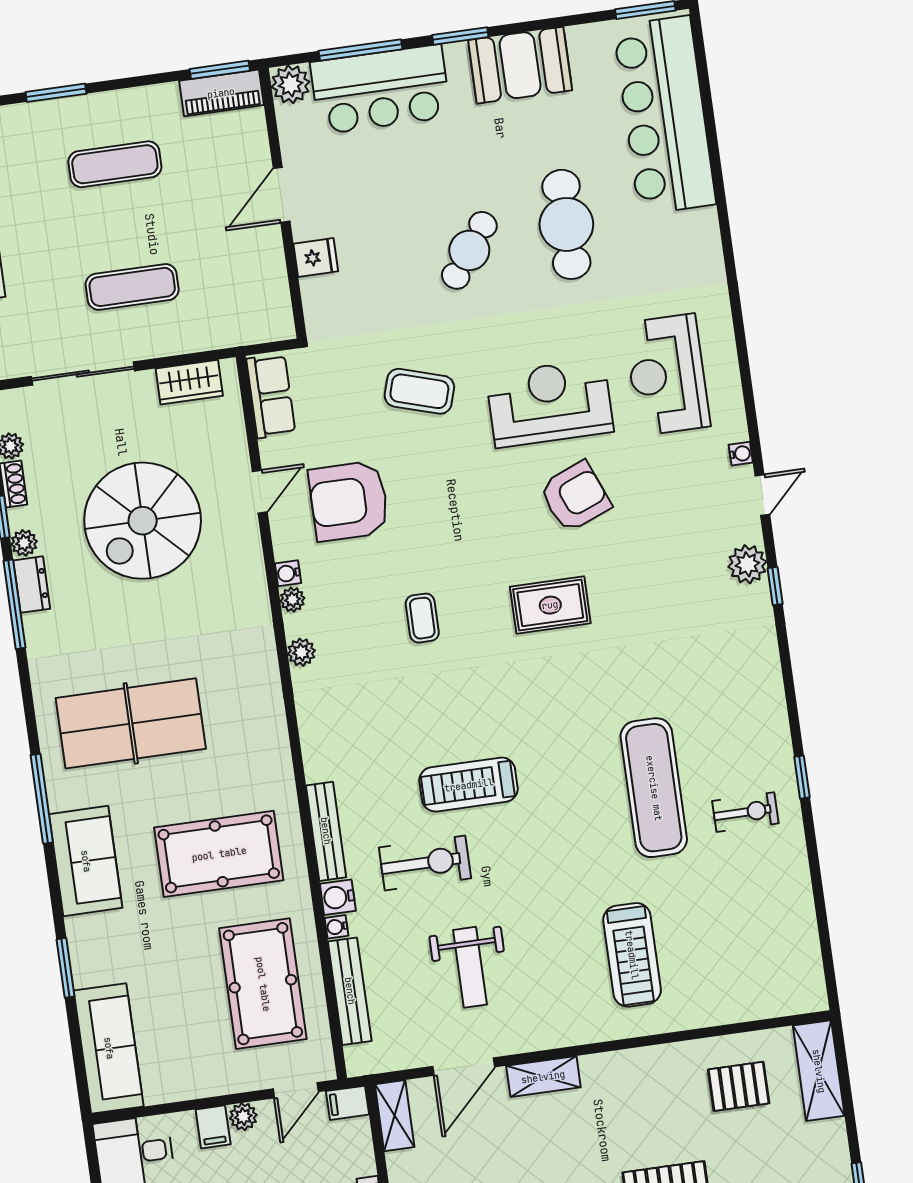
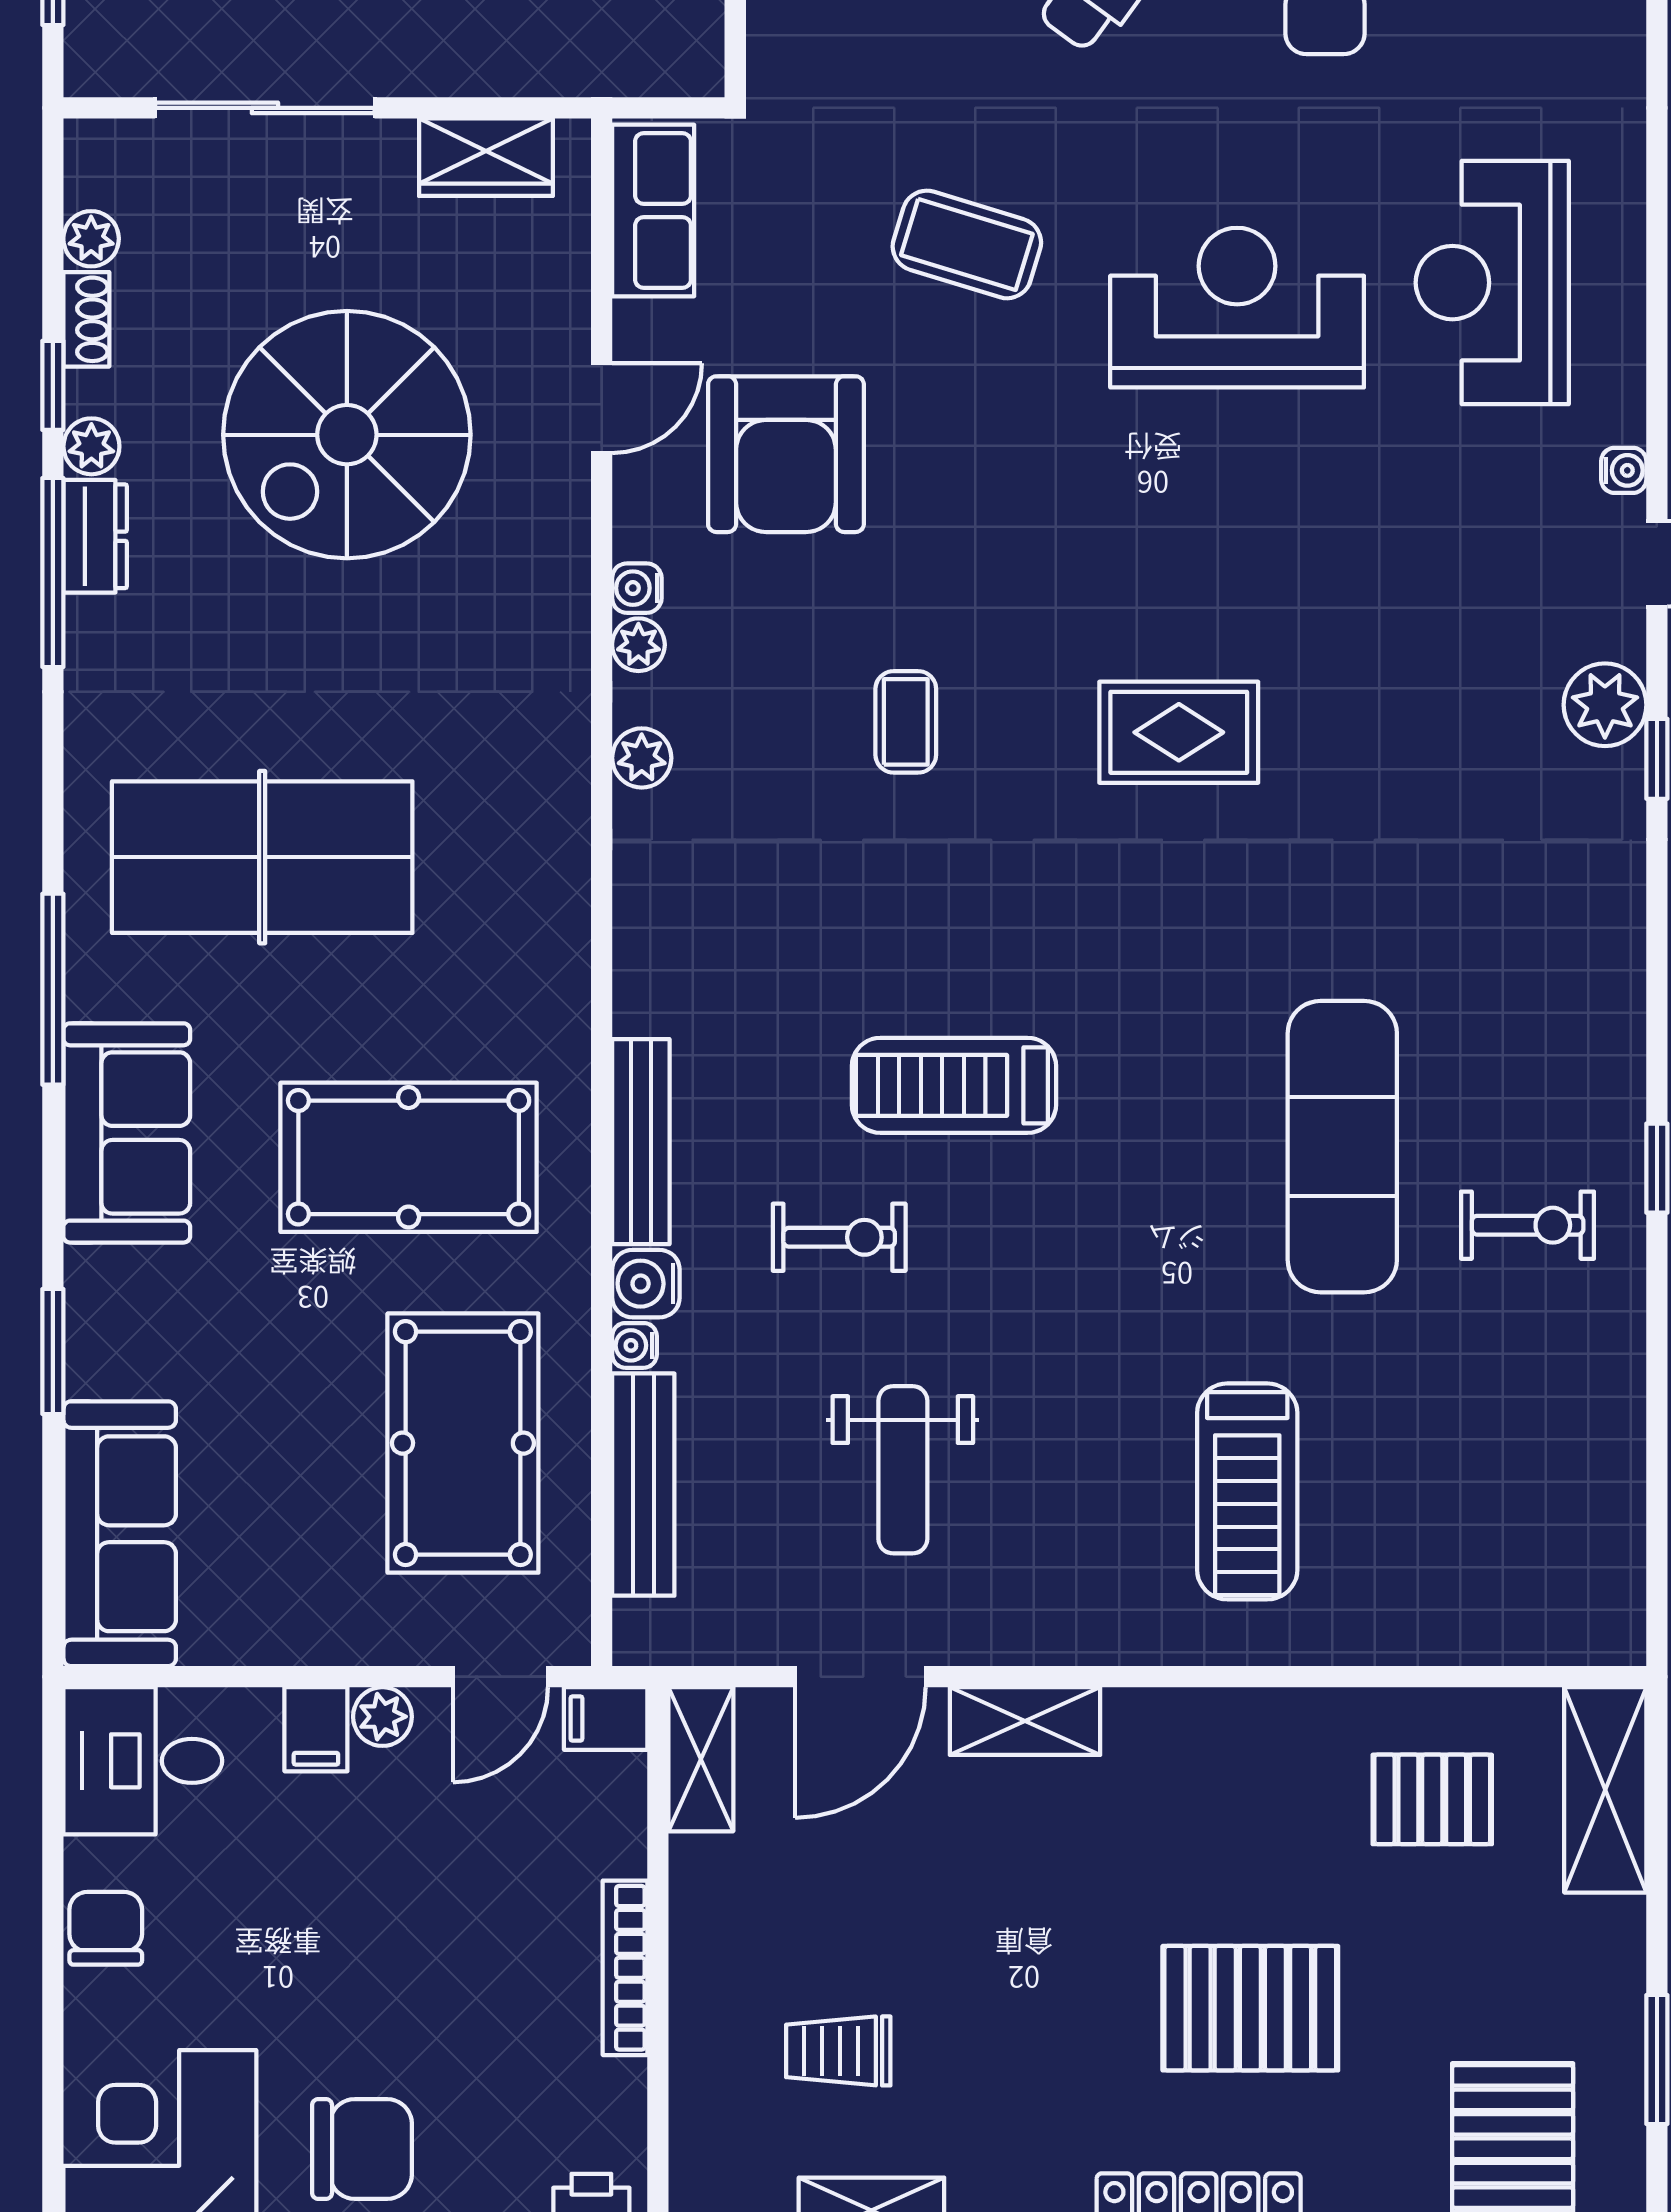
armchair: (575, 497) -> (1263, 512), removed
armchair: (349, 501) -> (786, 454), turned -90
exercise bike: (425, 863) -> (839, 1237), width x0.73, depth x0.72

